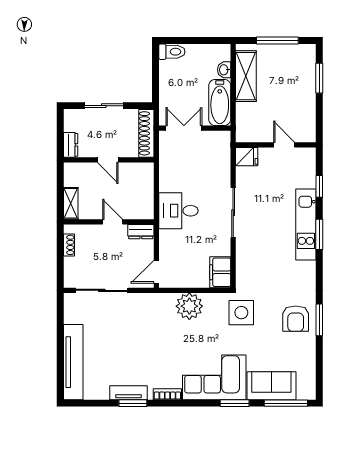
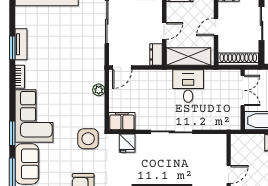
fridge: (247, 157) -> (127, 143), moved
shelving: (143, 193) -> (189, 56), added
desk: (178, 211) -> (188, 86), moved
door: (156, 272) -> (122, 67), swing flipped
plant: (189, 306) -> (99, 90), width x0.53, depth x0.53

